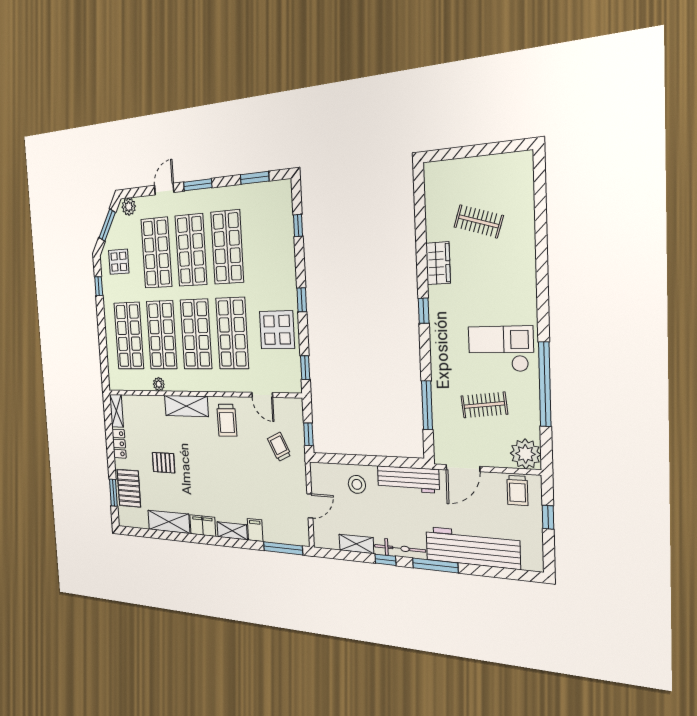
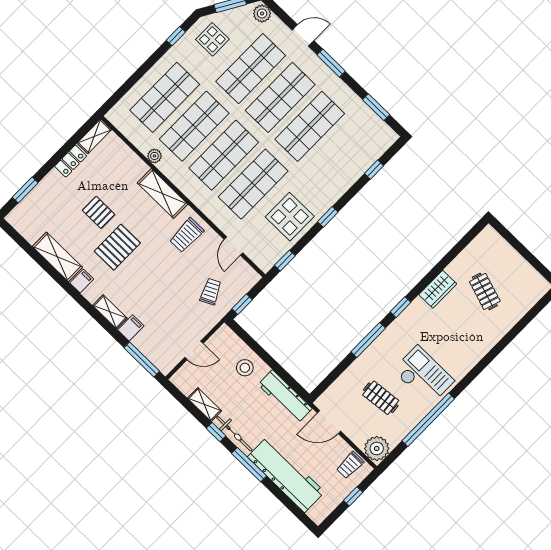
window: (427, 405) -> (368, 340), moved
pallet: (129, 488) -> (117, 247), moved
filing cabinet: (203, 526) -> (82, 281), width x0.50

